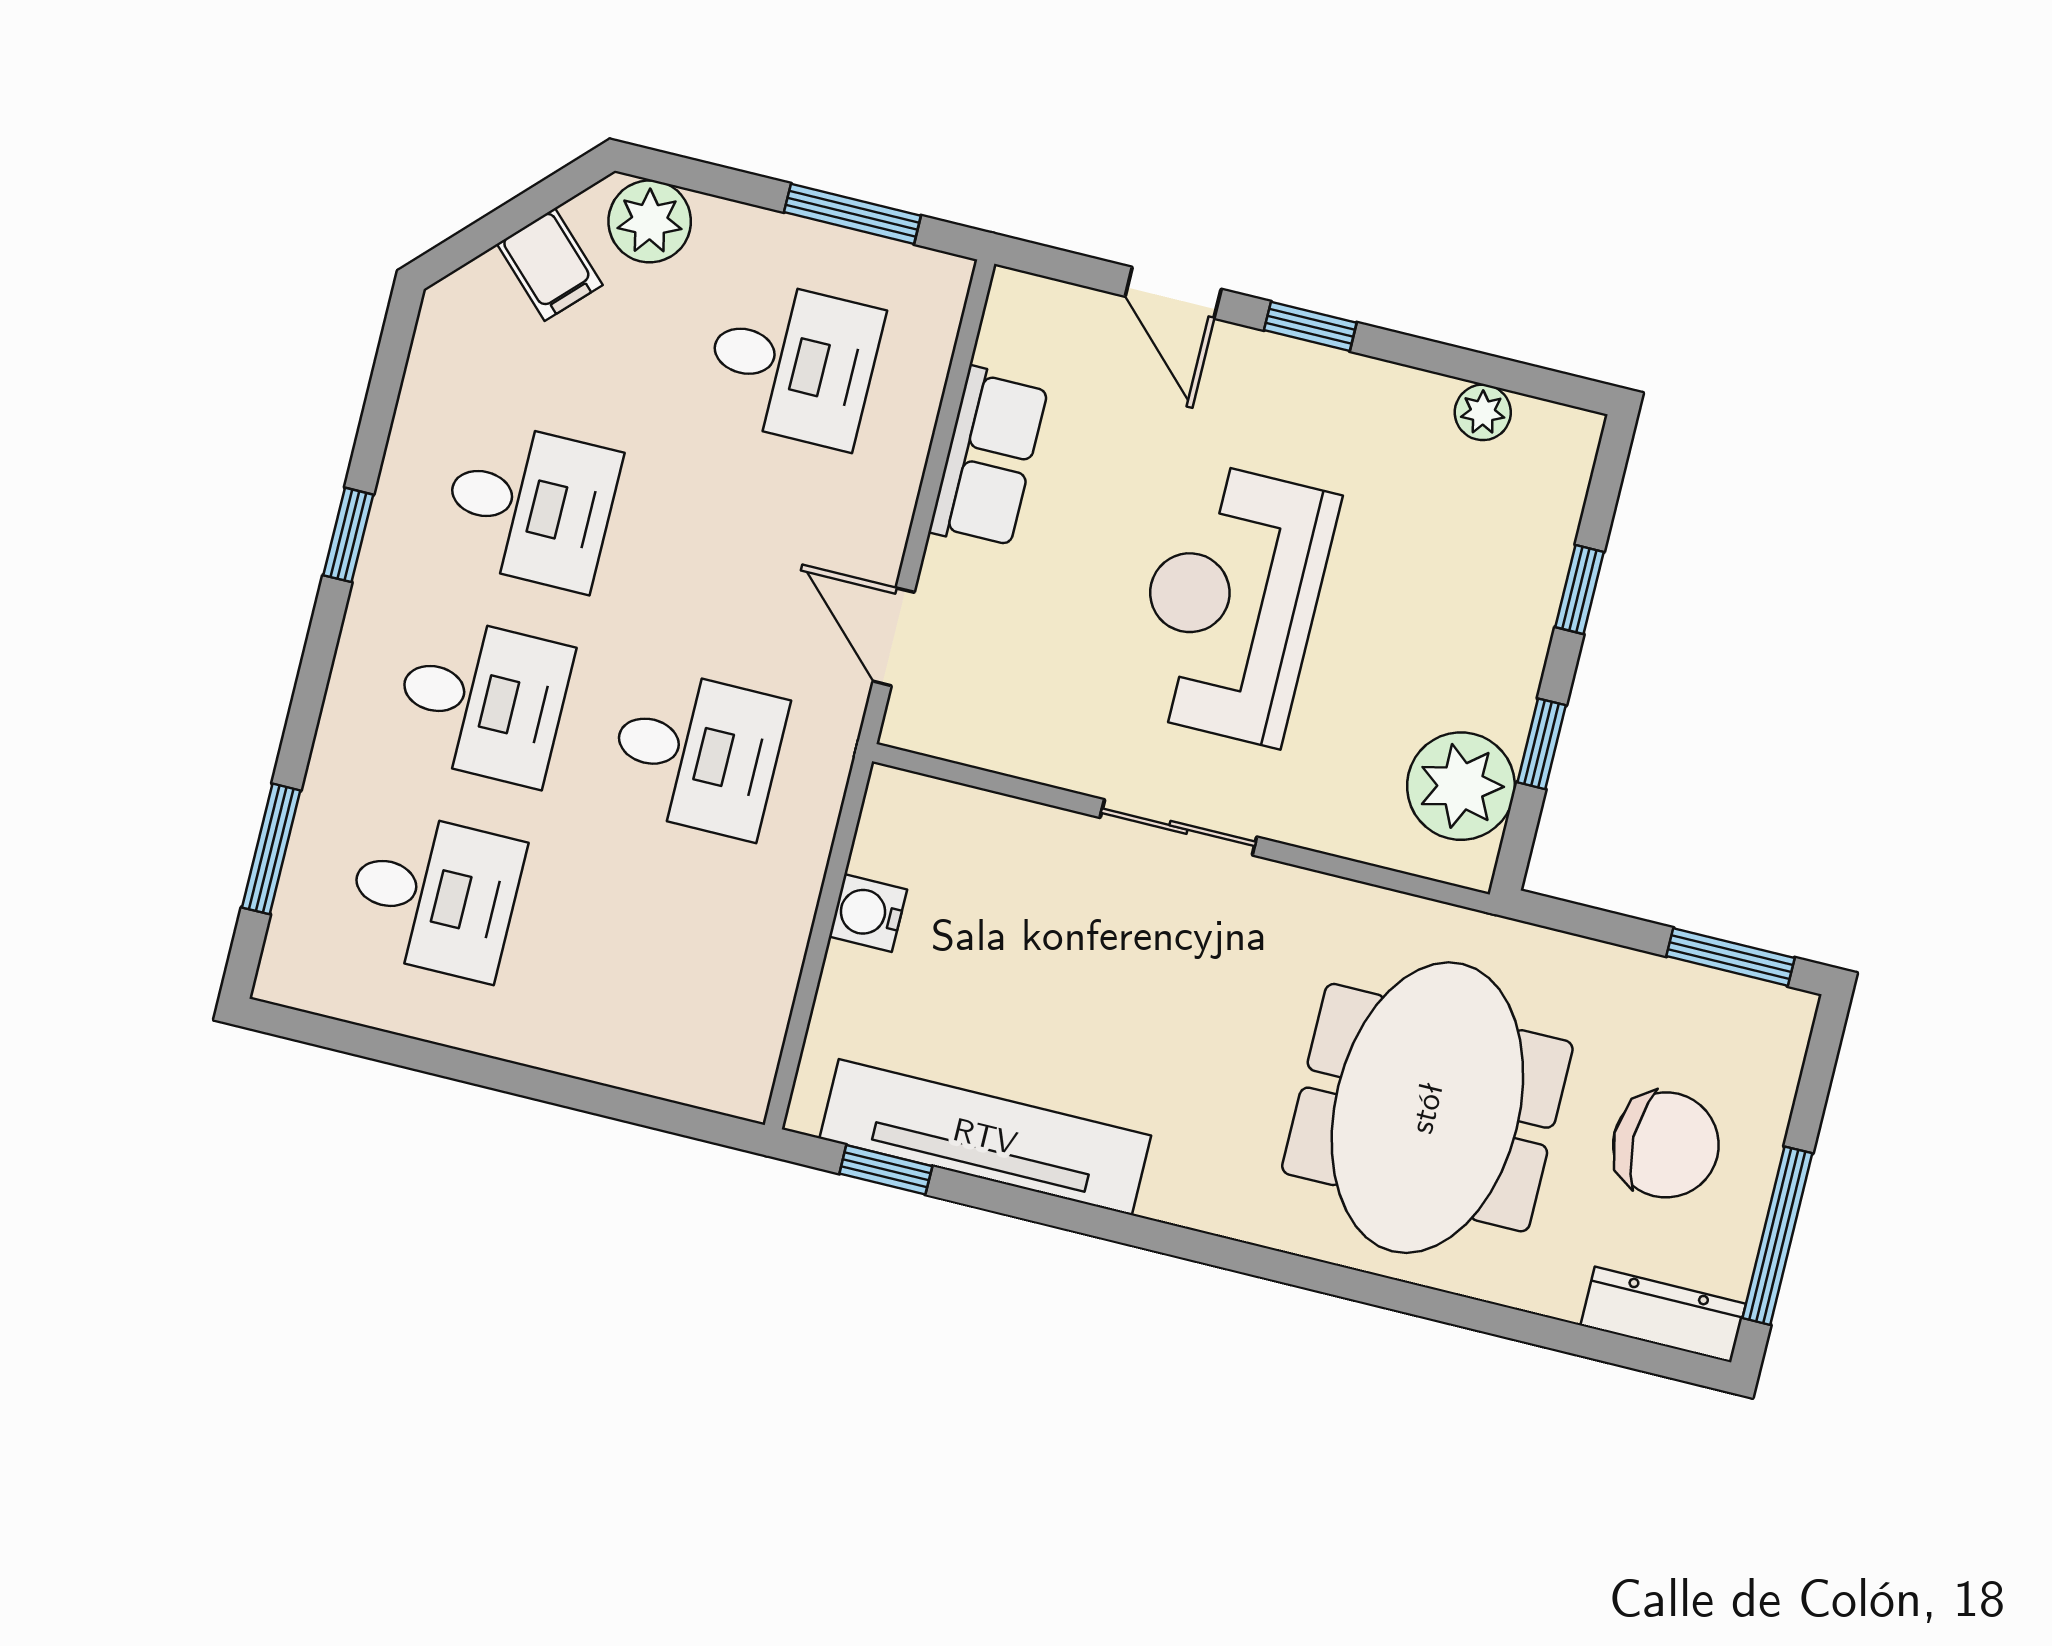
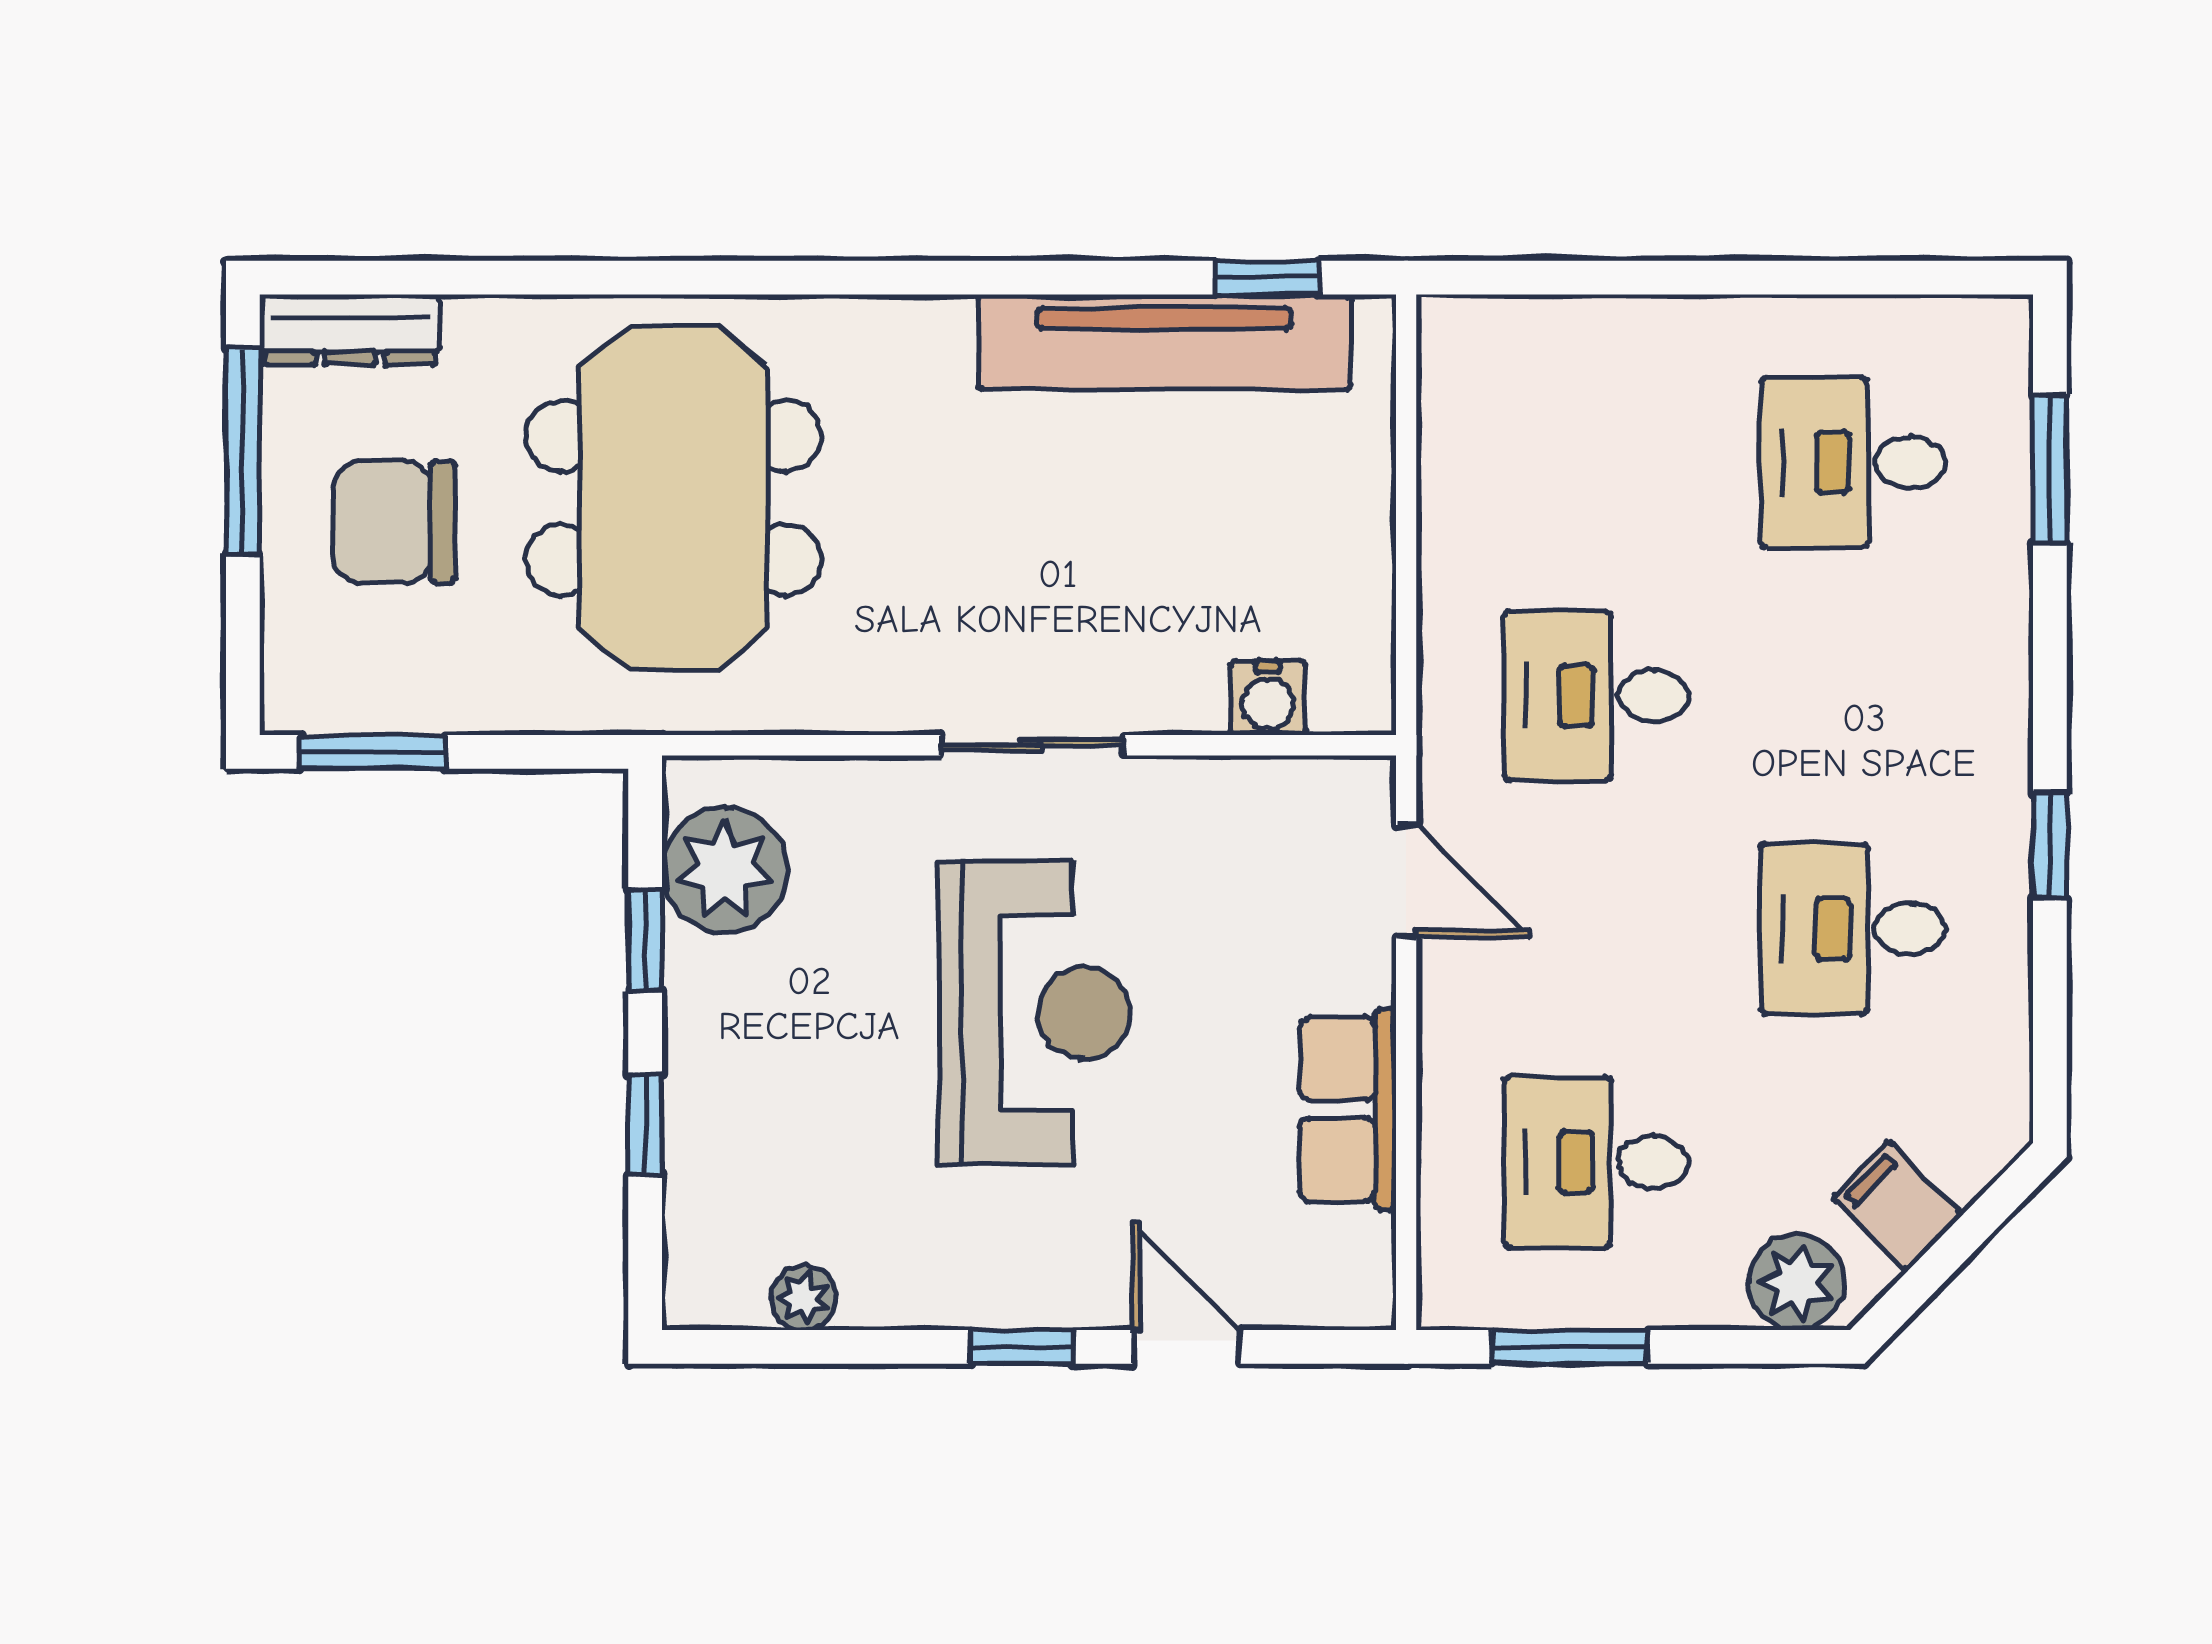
desk: (482, 700) -> (1853, 696), removed
water cooler: (868, 913) -> (1268, 698), moved, turned 90

